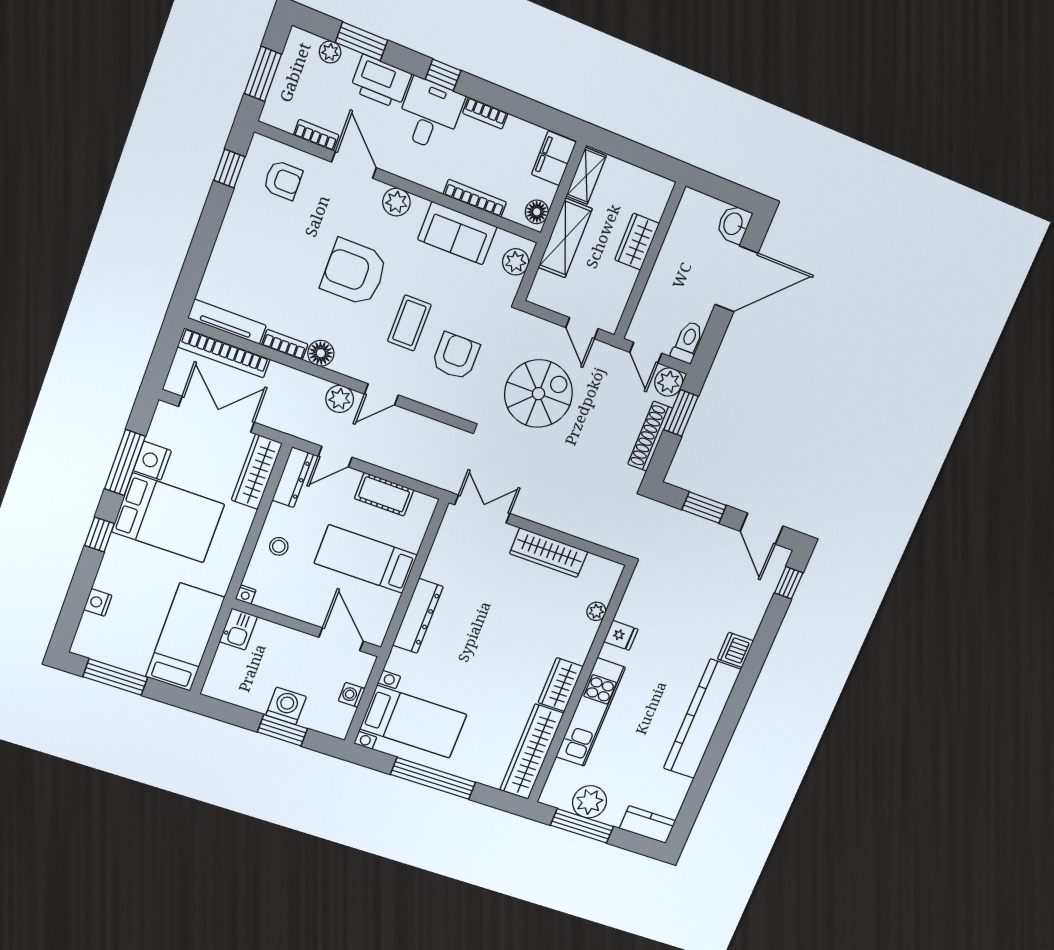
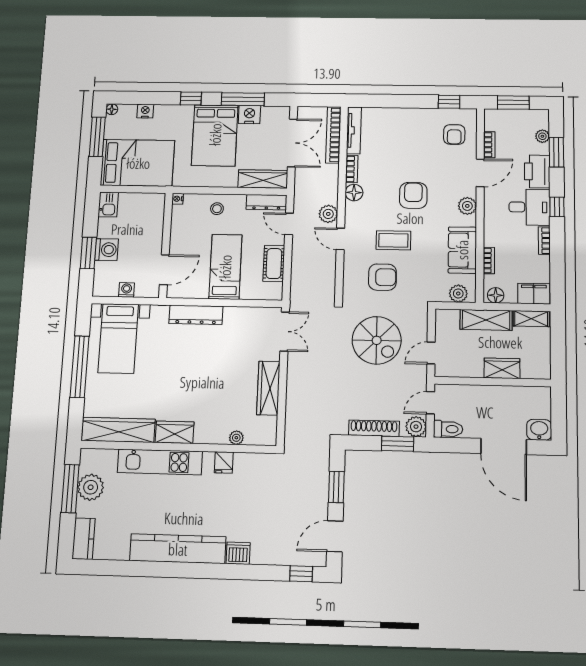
bookcase: (475, 198) -> (489, 261), width x0.64
armchair: (354, 272) -> (413, 195), width x0.73, depth x0.73
kitchen sink: (238, 629) -> (108, 204), moved, turned -90
bed: (185, 637) -> (138, 163), width x1.50
floor lamp: (80, 647) -> (112, 109), added

